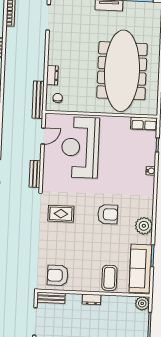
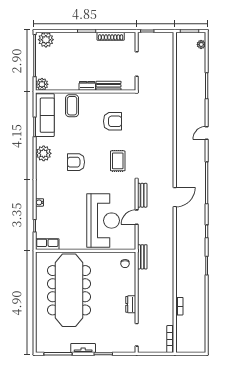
dresser: (52, 75) -> (131, 304), moved
bench: (38, 100) -> (142, 257), width x0.73
door: (43, 136) -> (137, 217), moved
rug: (61, 214) -> (118, 161), turned 90
armchair: (58, 275) -> (113, 121), moved
bench: (51, 298) -> (109, 86), moved

